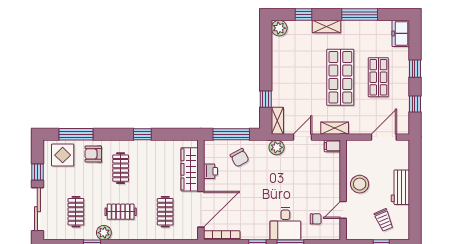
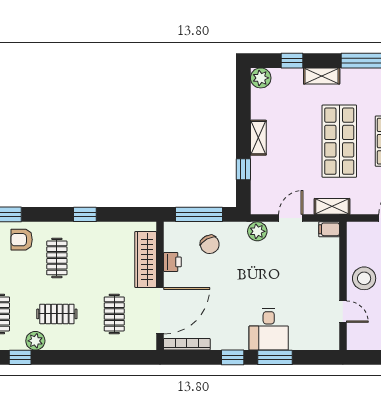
shelving: (277, 121) -> (258, 138), moved
door: (343, 210) -> (343, 312), swing flipped
chair: (316, 219) -> (308, 323), removed

